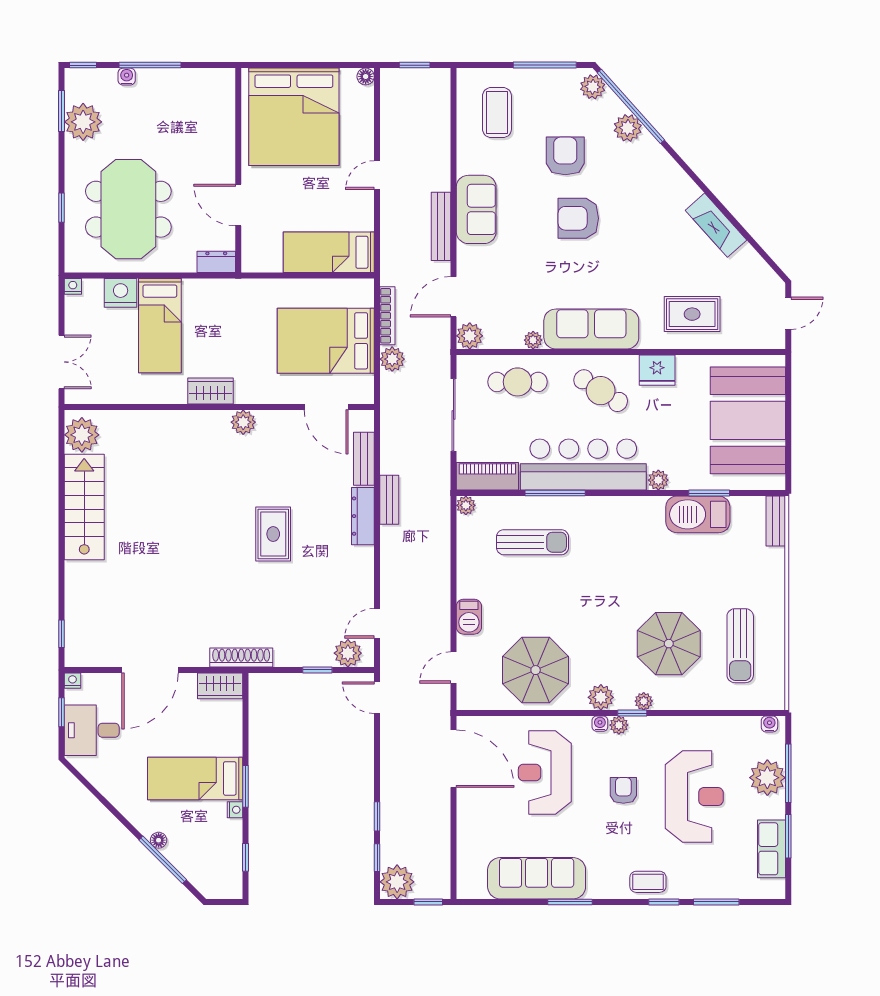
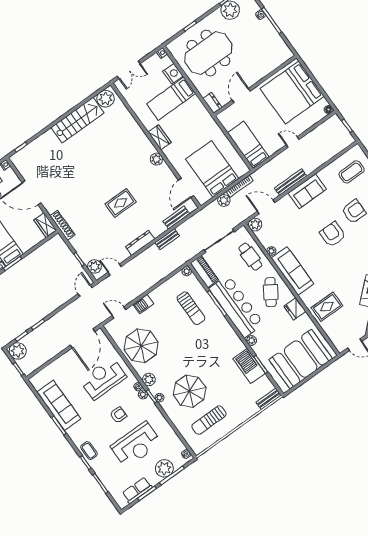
rug: (692, 314) -> (327, 307), turned 90
dresser: (363, 516) -> (140, 243), moved

